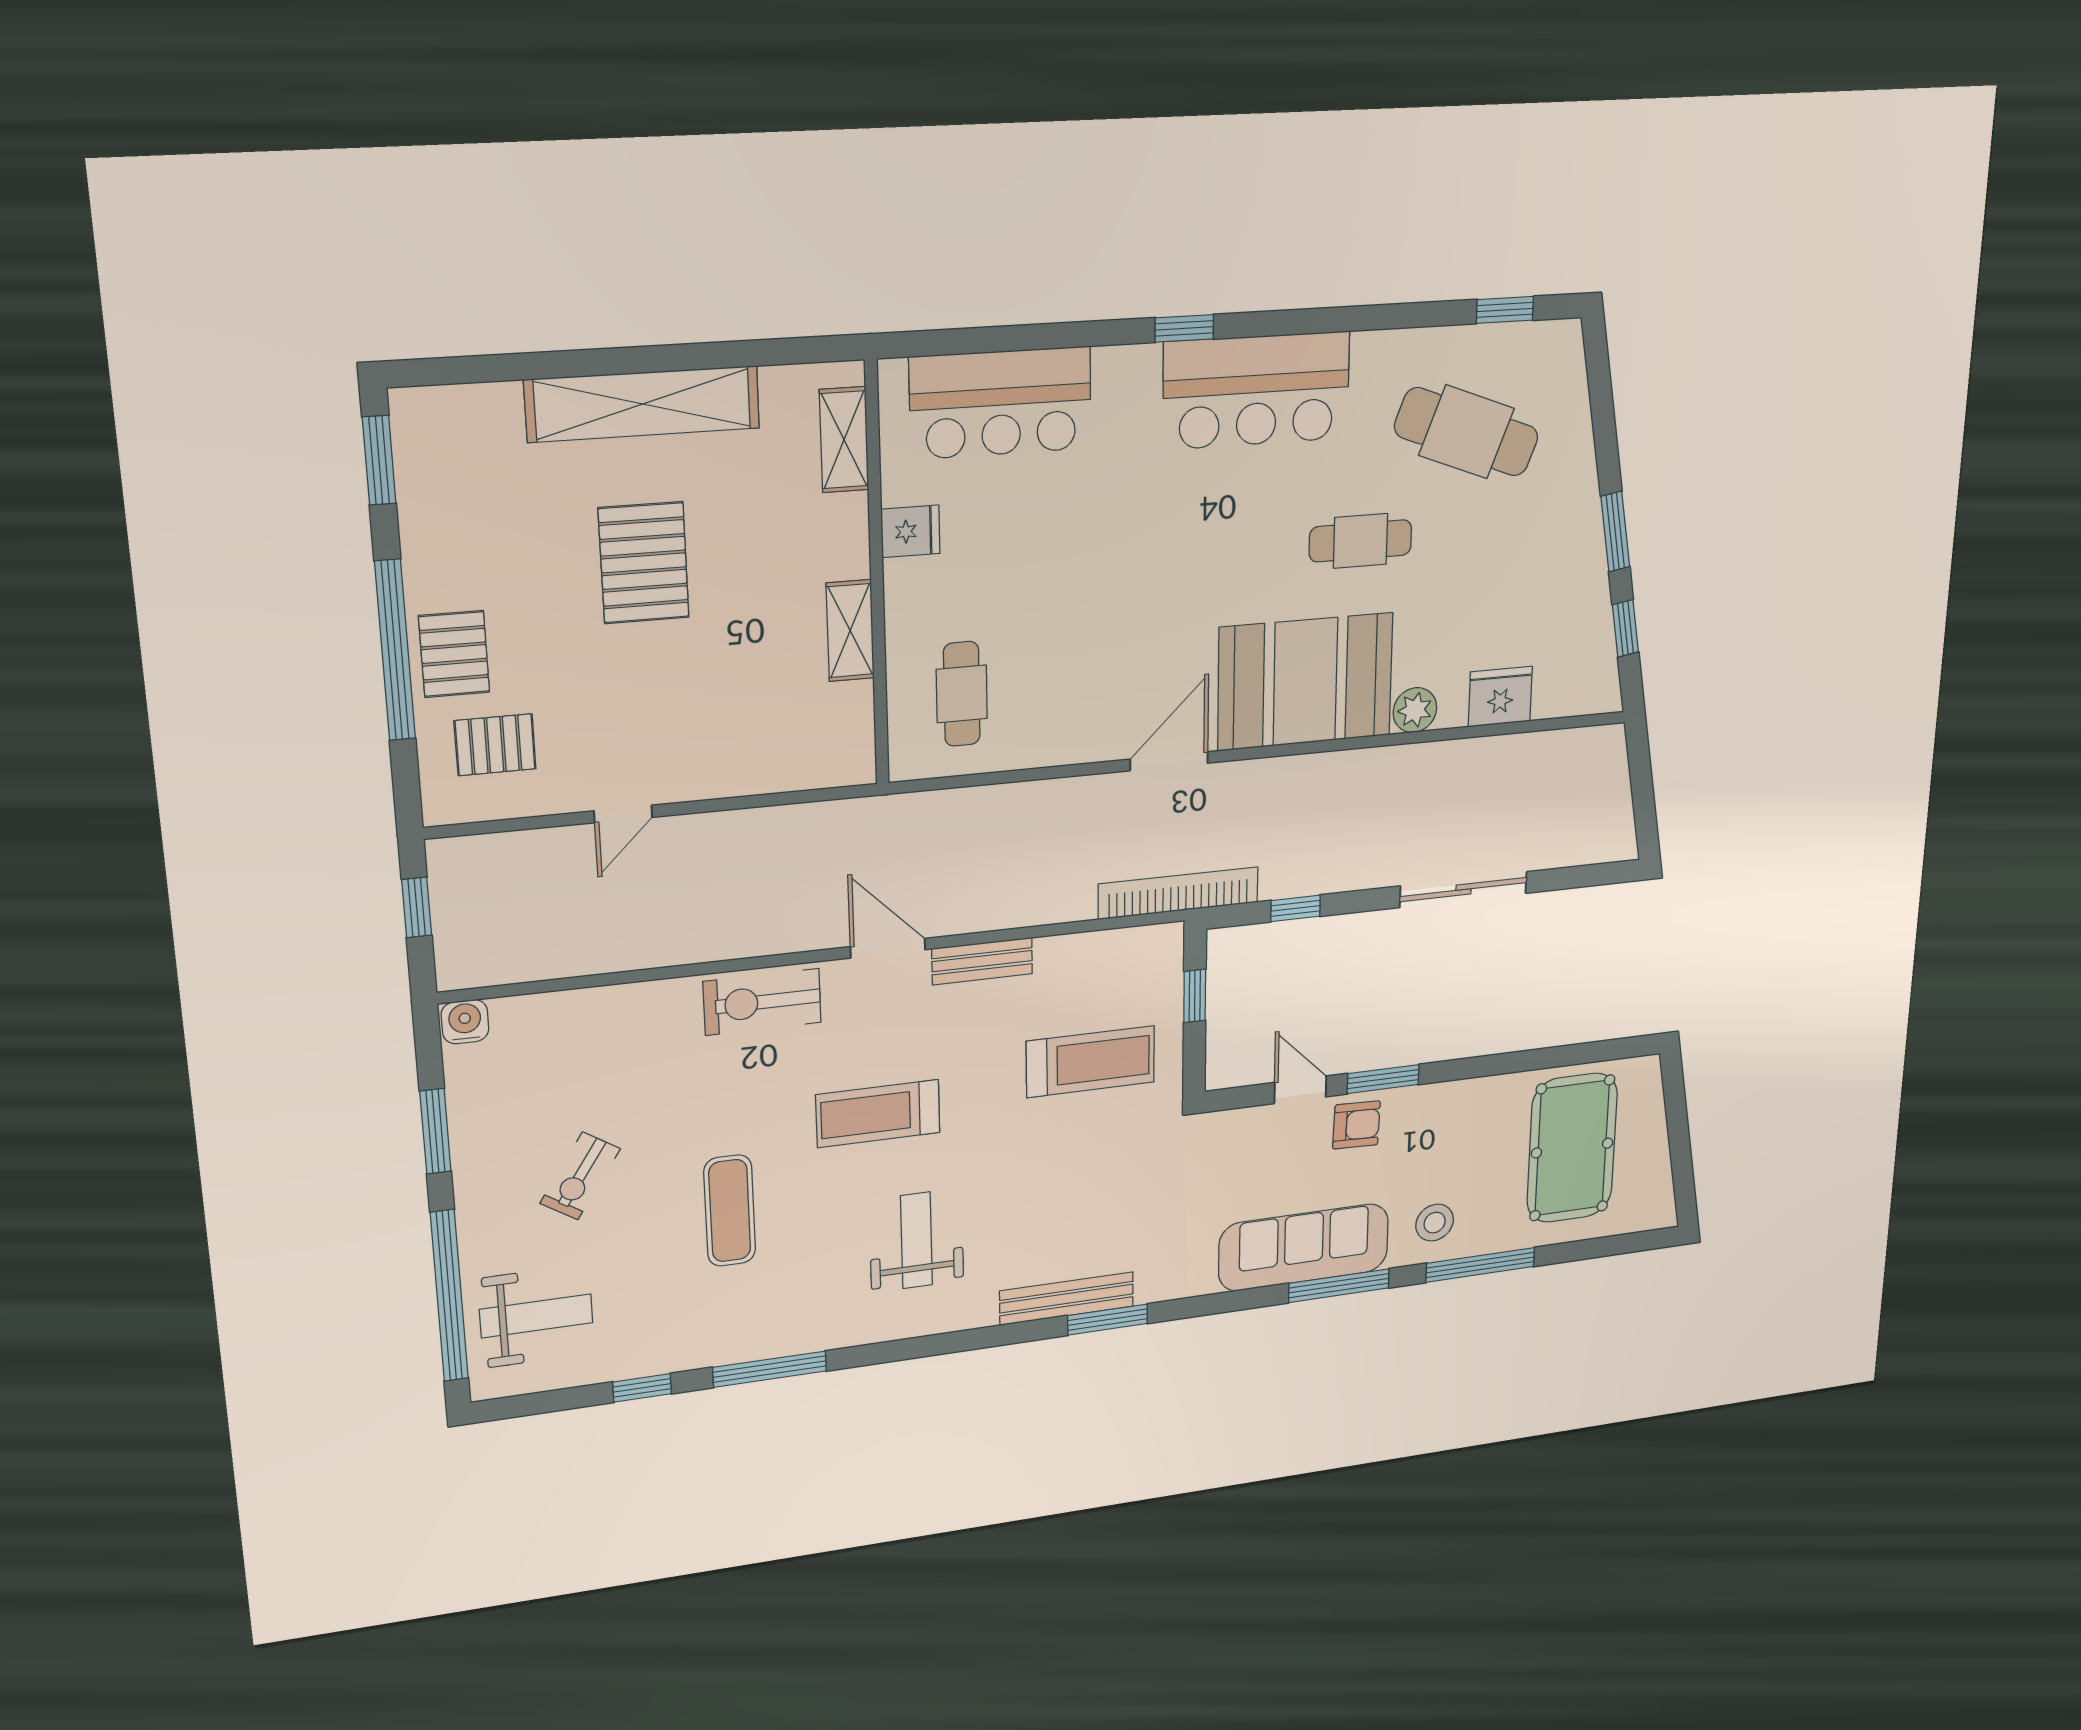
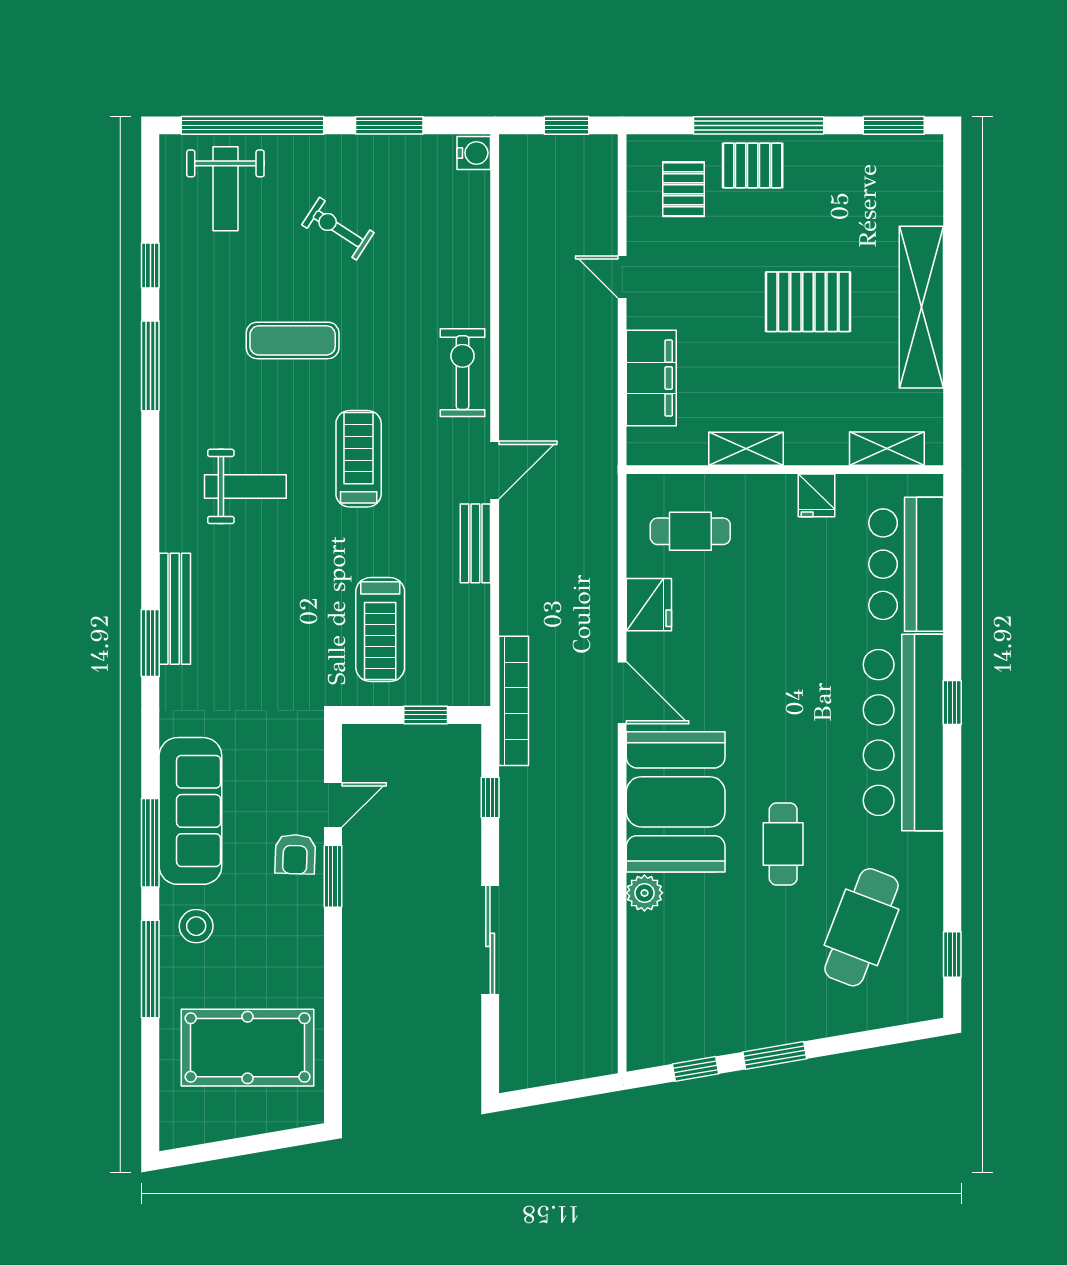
bar counter: (1257, 390) -> (903, 733), width x1.36
fridge: (1500, 697) -> (649, 605), moved
filing cabinet: (759, 763) -> (651, 378), added

